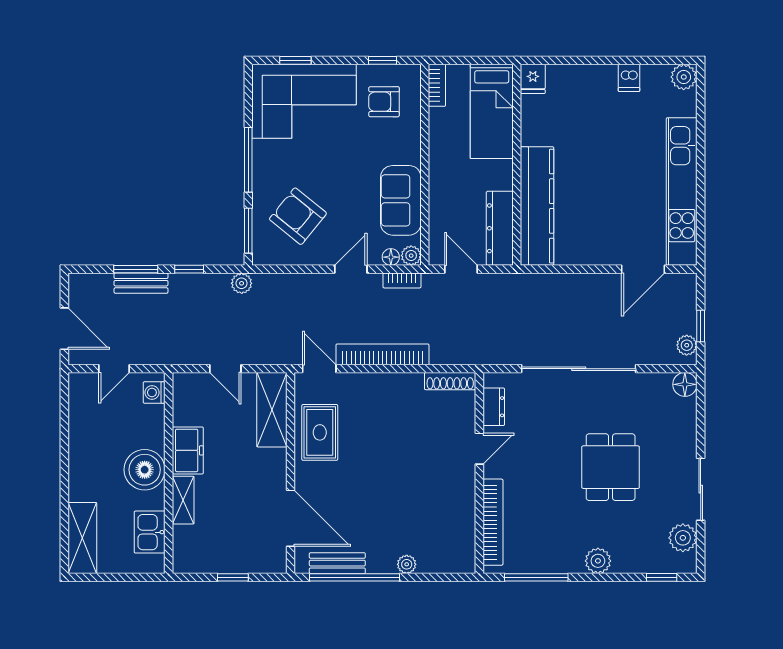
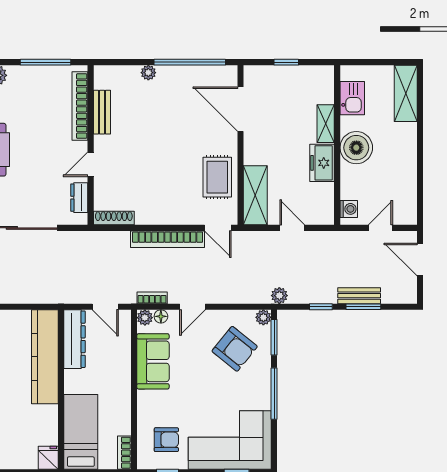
plant: (262, 256) -> (263, 317), added
bench: (337, 563) -> (102, 112), moved, turned 90

